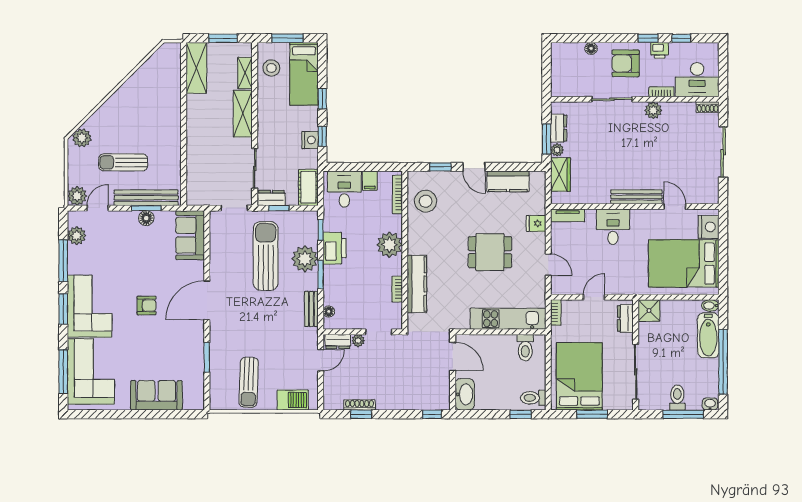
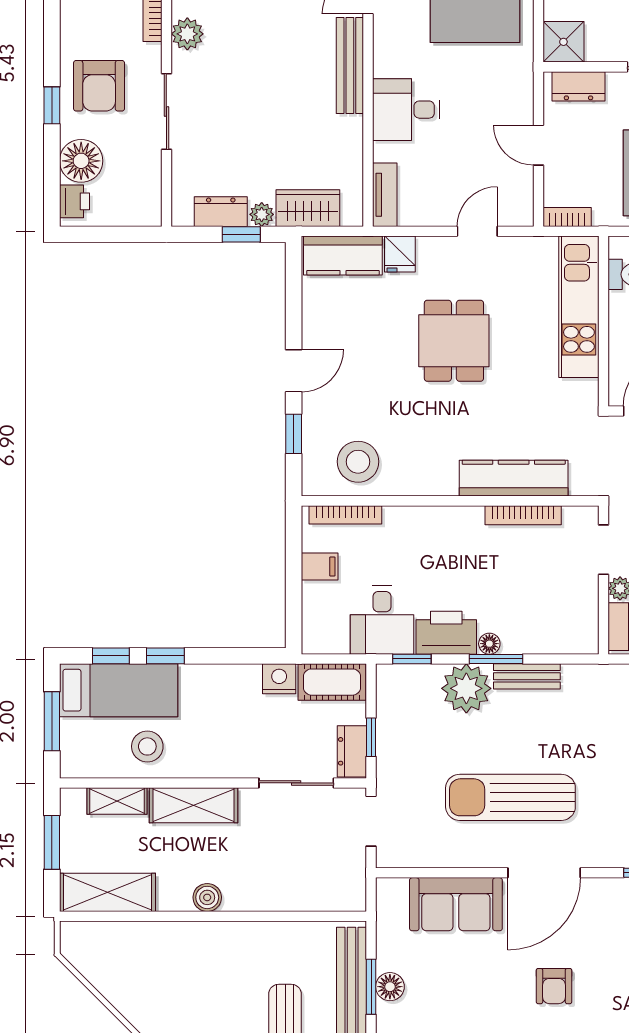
window: (648, 38) -> (52, 105), moved
floor lamp: (591, 48) -> (81, 161), width x1.89, depth x1.89
printer: (660, 50) -> (74, 201), moved
stool: (271, 68) -> (147, 746), moved
boiler: (194, 121) -> (207, 897), added
window: (322, 136) -> (111, 656), moved
window: (547, 139) -> (241, 234), width x0.67
nightstand: (310, 140) -> (279, 679), moved
kitchen counter: (508, 181) -> (343, 255), moved, turned 90
desk: (344, 189) -> (382, 620), moved, turned -90
sofa: (190, 235) -> (456, 904), moved
plant: (389, 245) -> (440, 530), removed
sun lounger: (266, 256) -> (510, 797), moved
bookcase: (397, 289) -> (523, 515), width x1.56
door: (207, 300) -> (544, 873), hinge flipped
armchair: (147, 305) -> (554, 986), turned 180
bench: (311, 309) -> (527, 676), moved
floor lamp: (329, 311) -> (489, 644), moved

